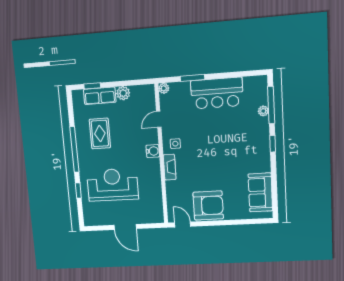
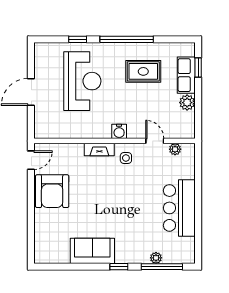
window: (193, 78) -> (198, 182), removed
plant: (164, 88) -> (175, 149), moved
sofa: (260, 192) -> (92, 251), moved

